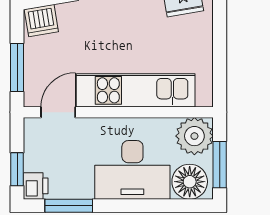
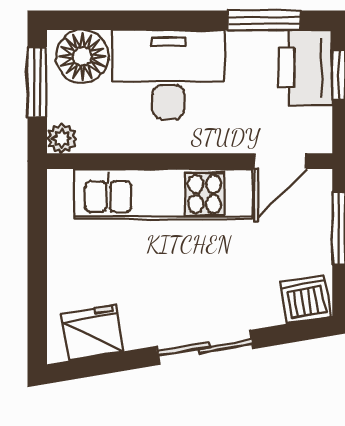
plant: (194, 136) -> (62, 138), width x0.53, depth x0.53
printer: (36, 186) -> (305, 68), width x1.87, depth x1.48

